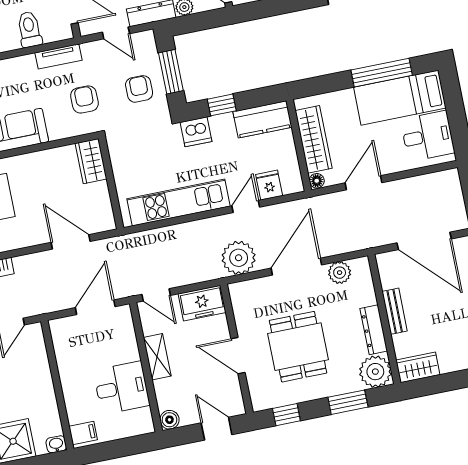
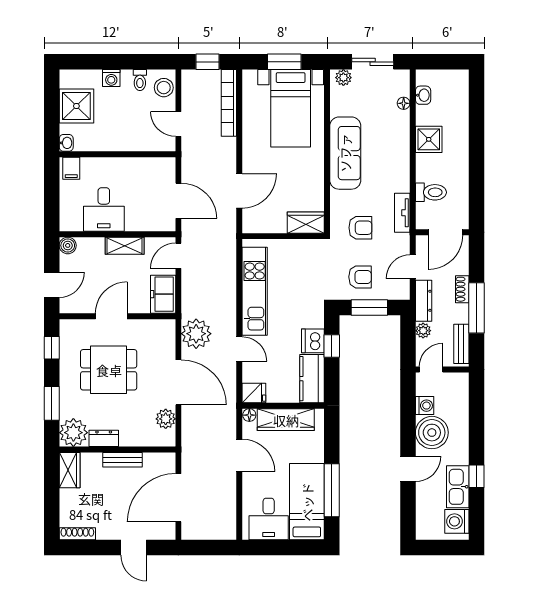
dishwasher: (196, 132) -> (313, 341), moved
fridge: (269, 185) -> (254, 393), moved
dresser: (374, 330) -> (104, 438), width x0.70

